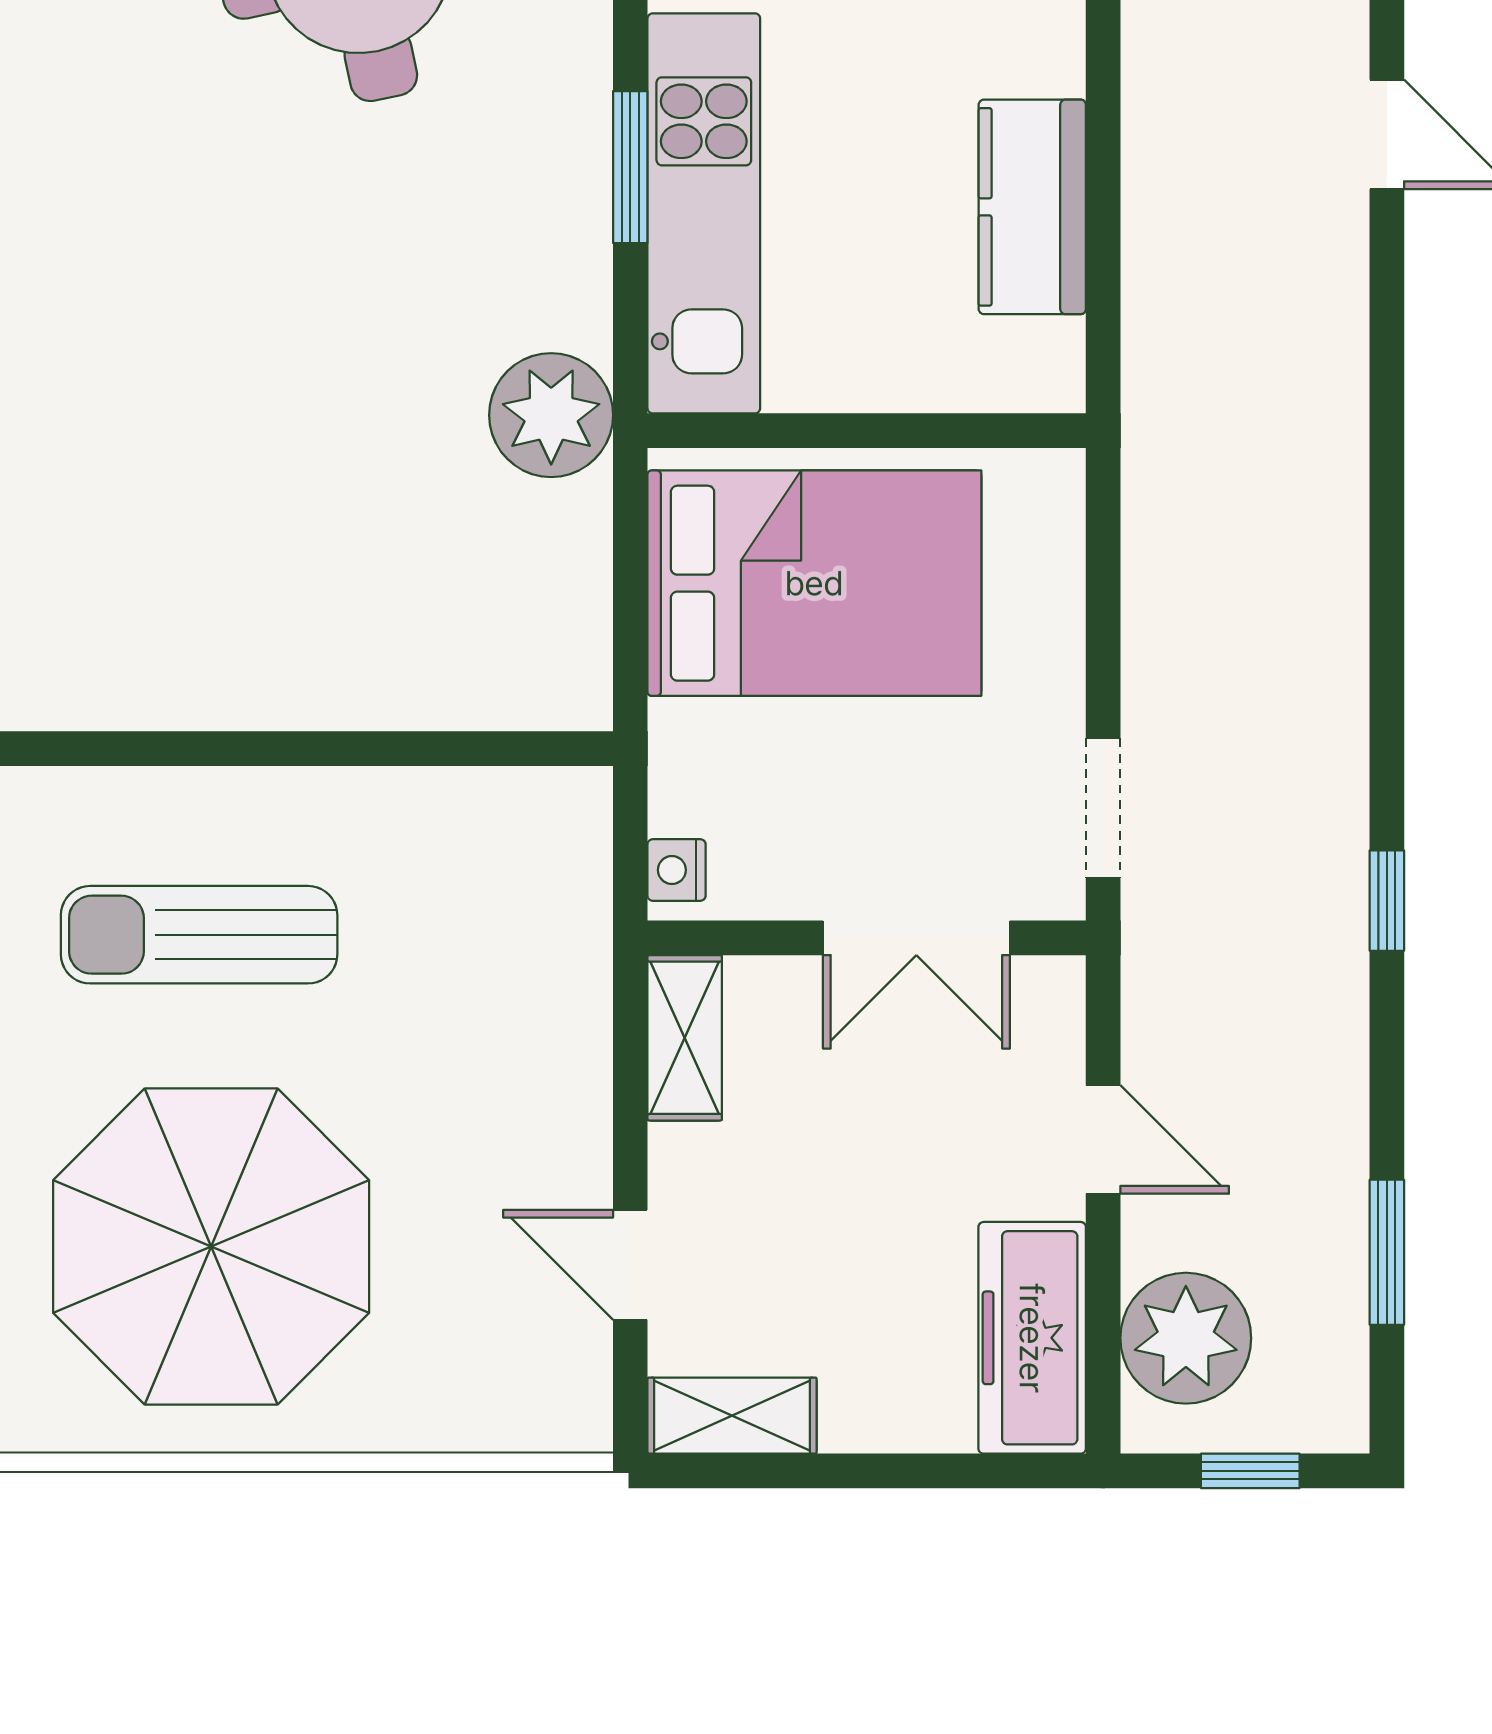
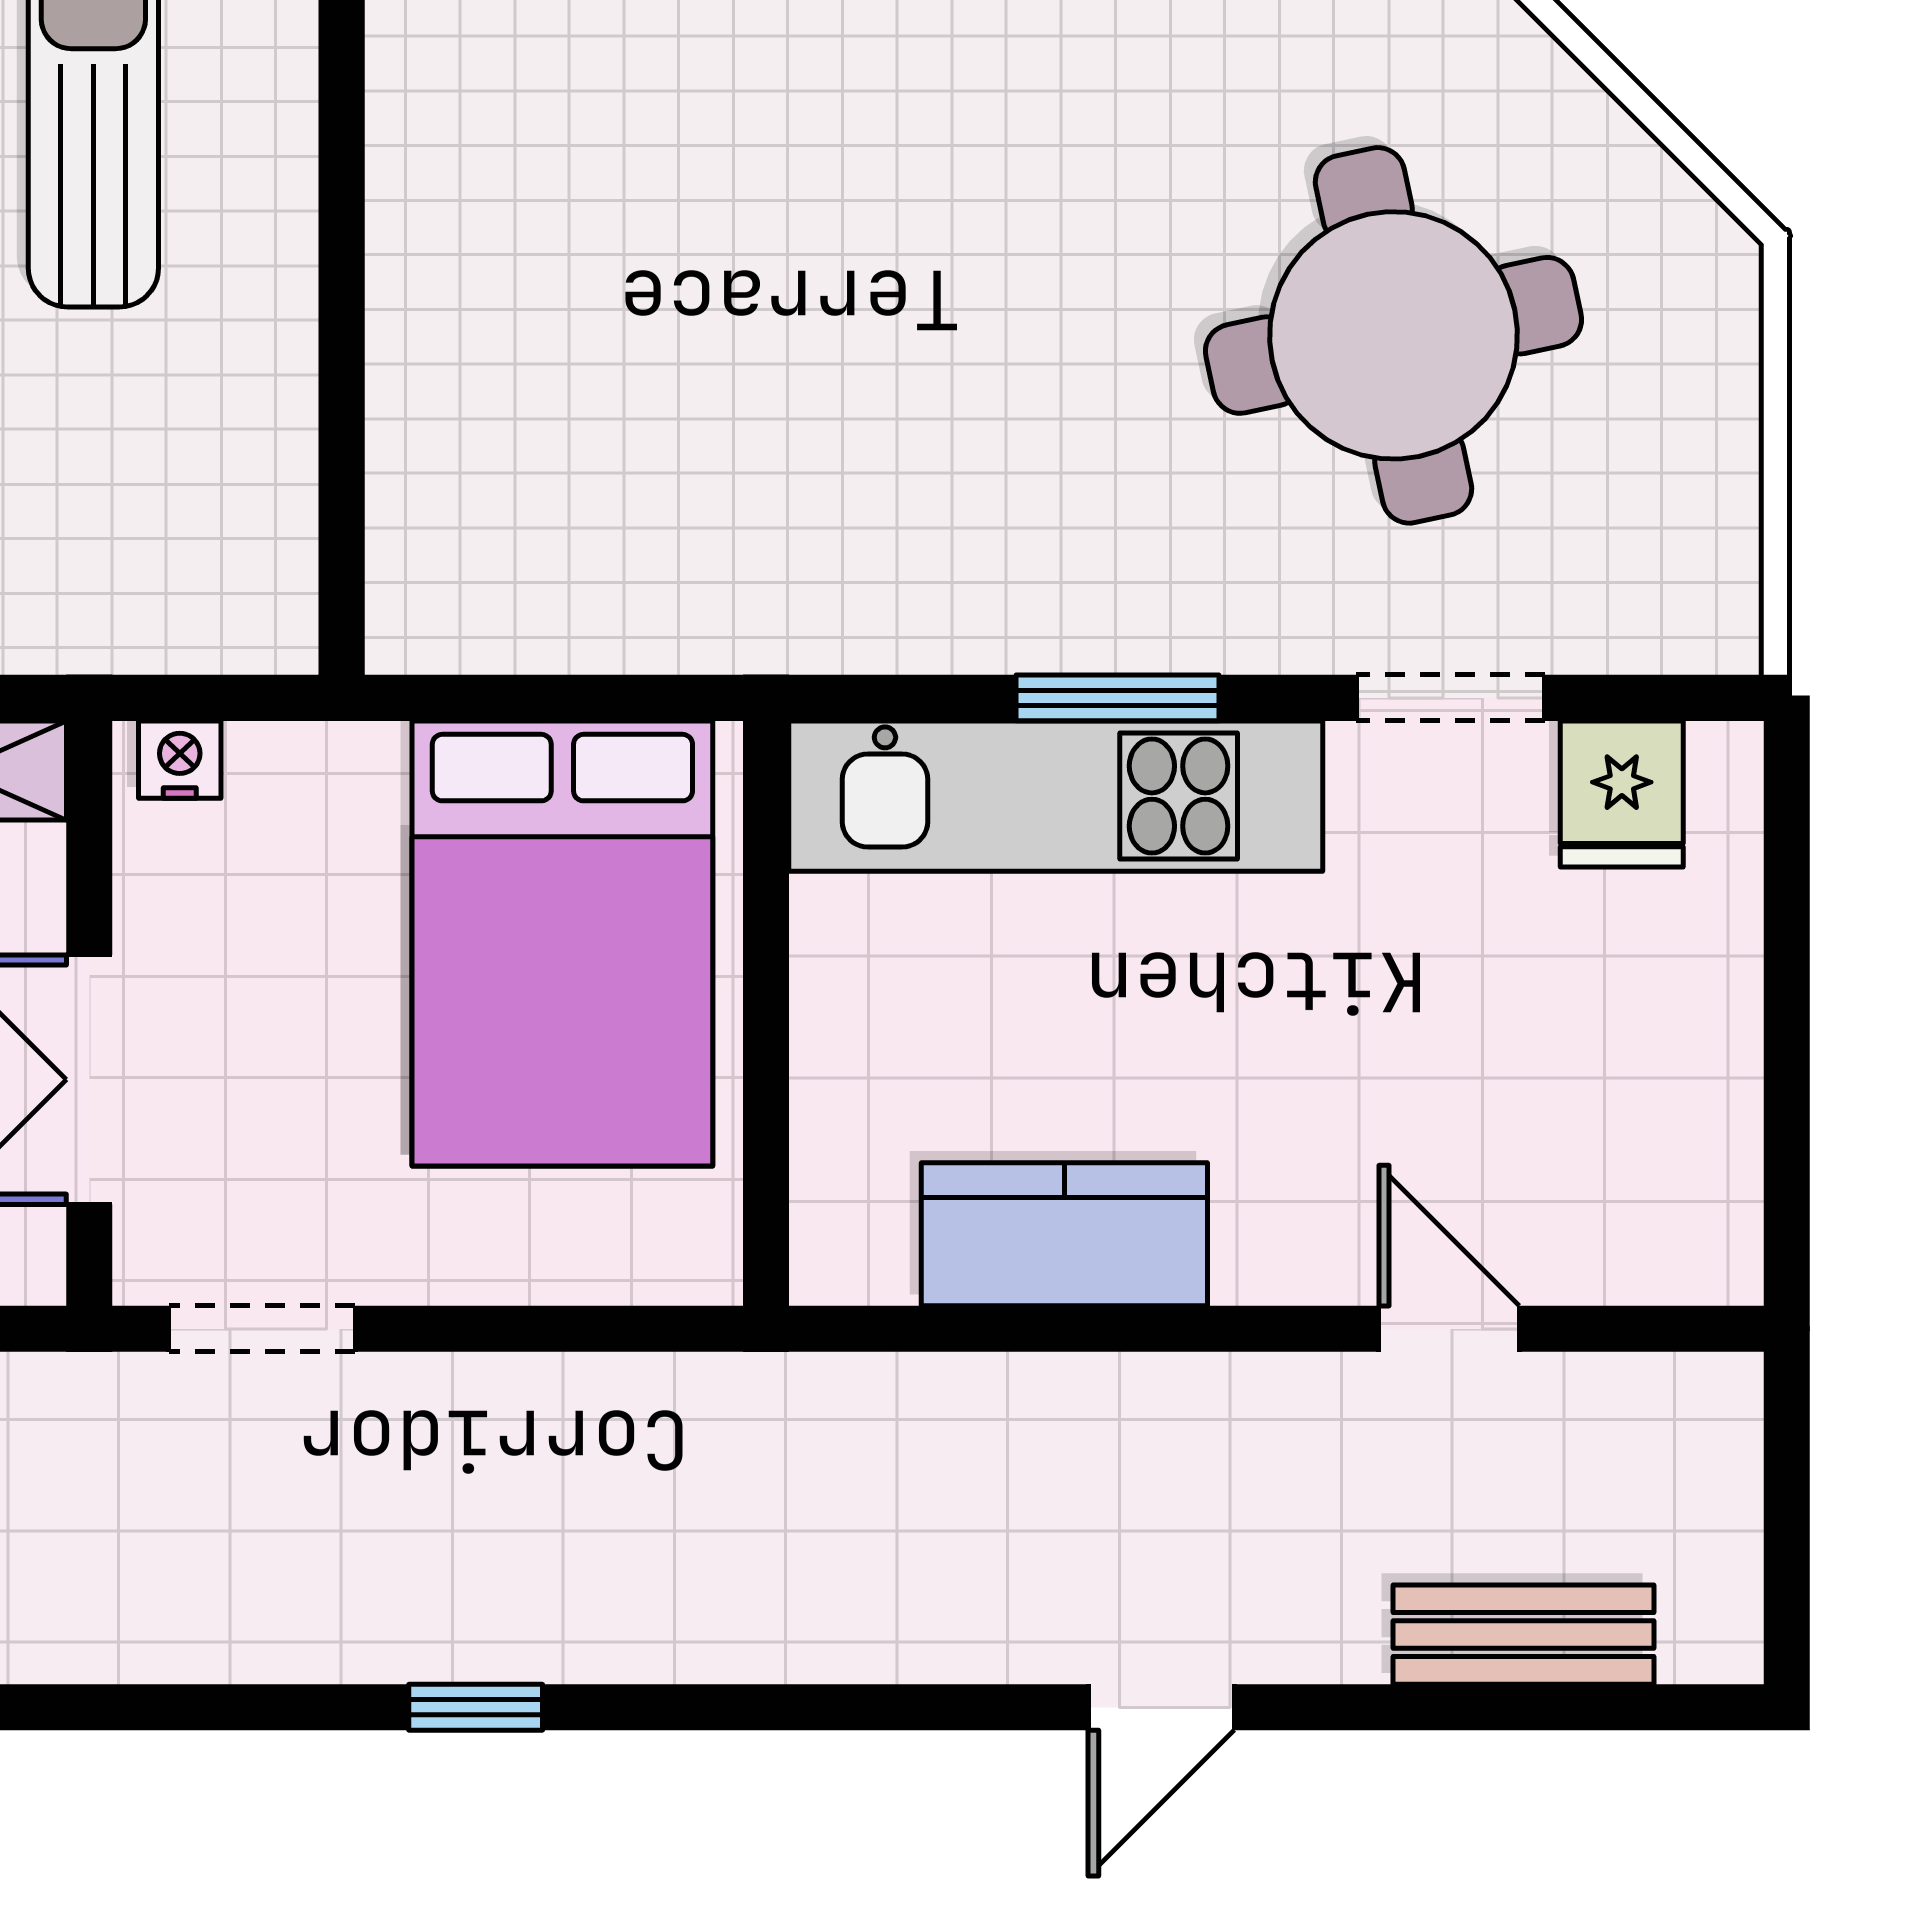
plant: (551, 415) -> (787, 592), removed
window: (1387, 901) -> (476, 1707), moved

